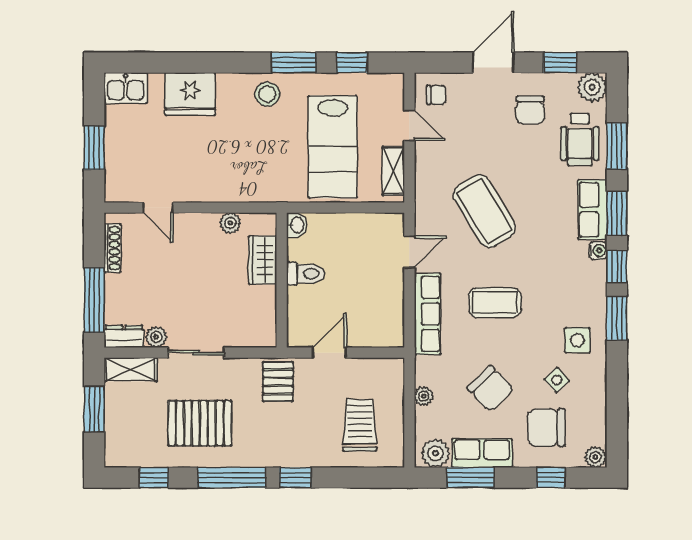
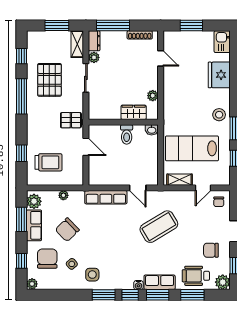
door: (158, 208) -> (161, 58), swing flipped
coffee table: (495, 303) -> (112, 232), removed
window: (295, 478) -> (21, 153), moved

